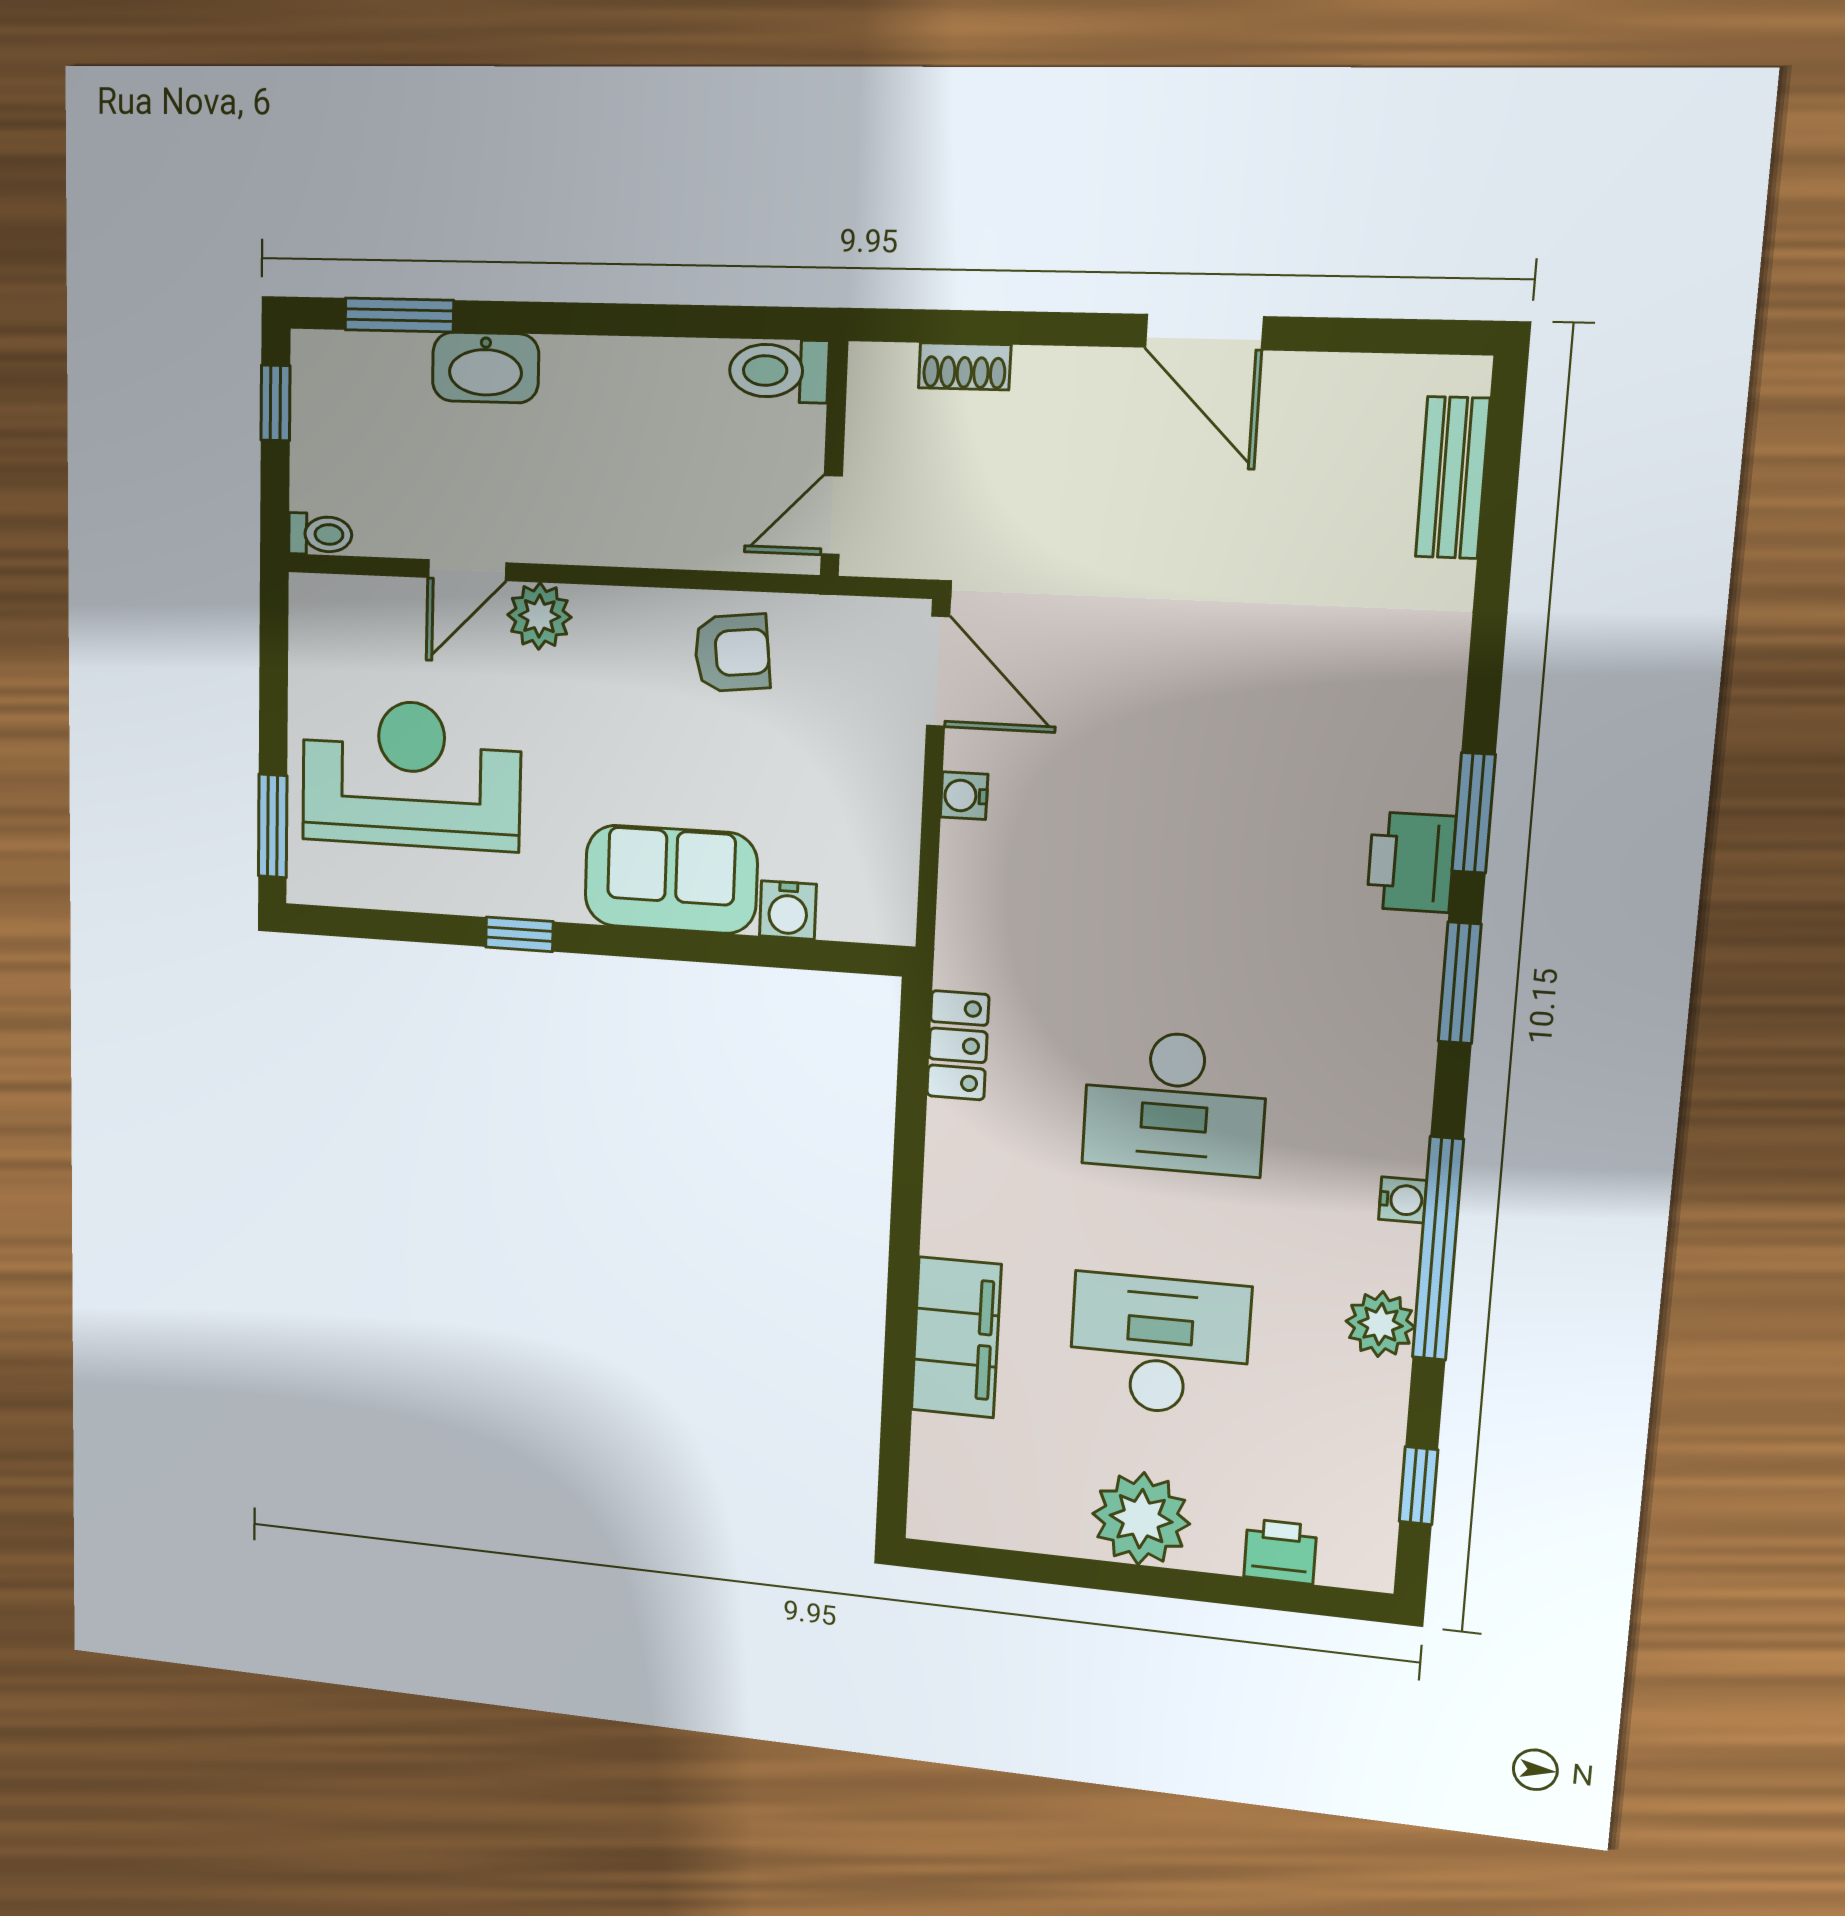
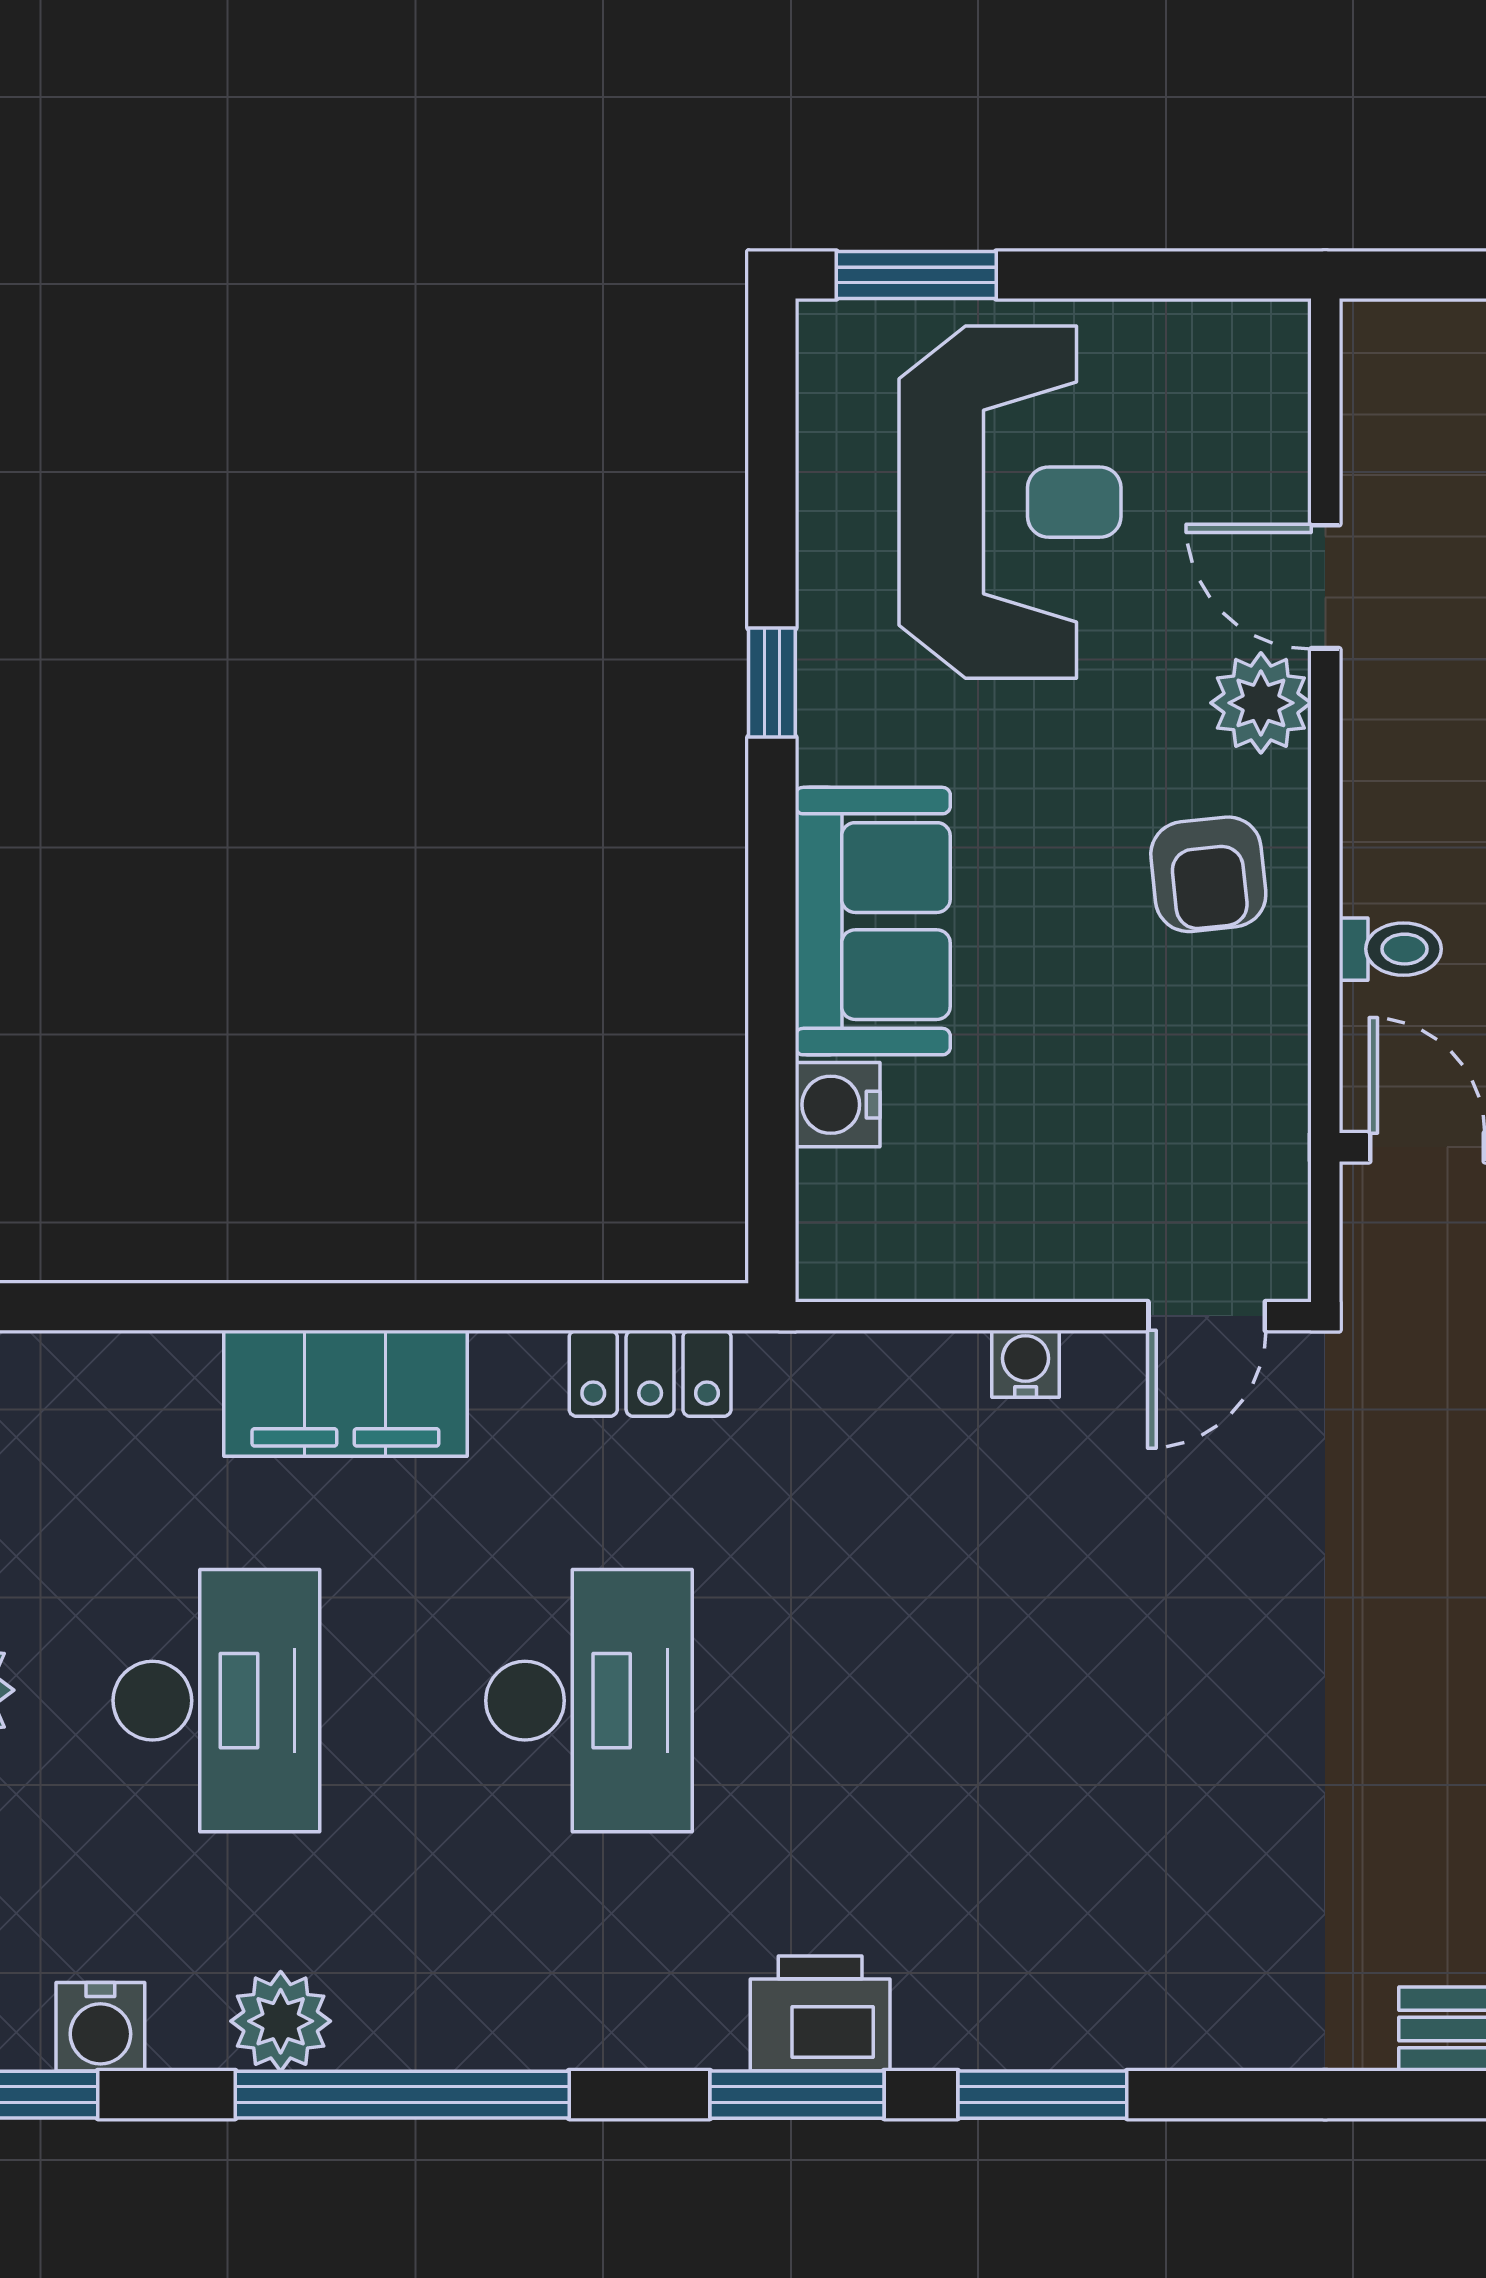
toilet: (320, 534) -> (1390, 949), moved, turned -90
armchair: (732, 653) -> (1208, 874), moved
door: (938, 671) -> (1207, 1316), width x0.73
printer: (1411, 862) -> (820, 2014), moved
desk: (1175, 1102) -> (589, 1701), turned 180
water cooler: (1403, 1200) -> (100, 2027), moved, width x1.38, depth x1.38
filing cabinet: (956, 1337) -> (345, 1393), moved

